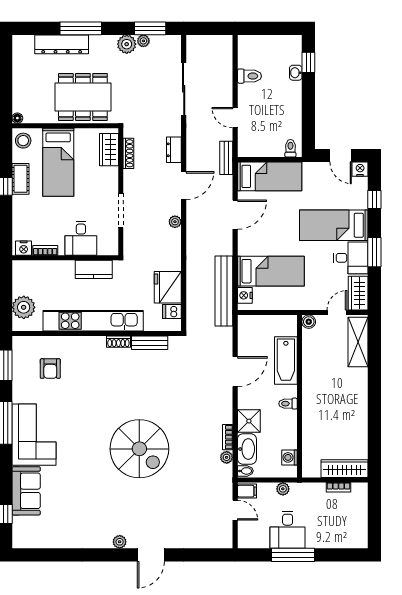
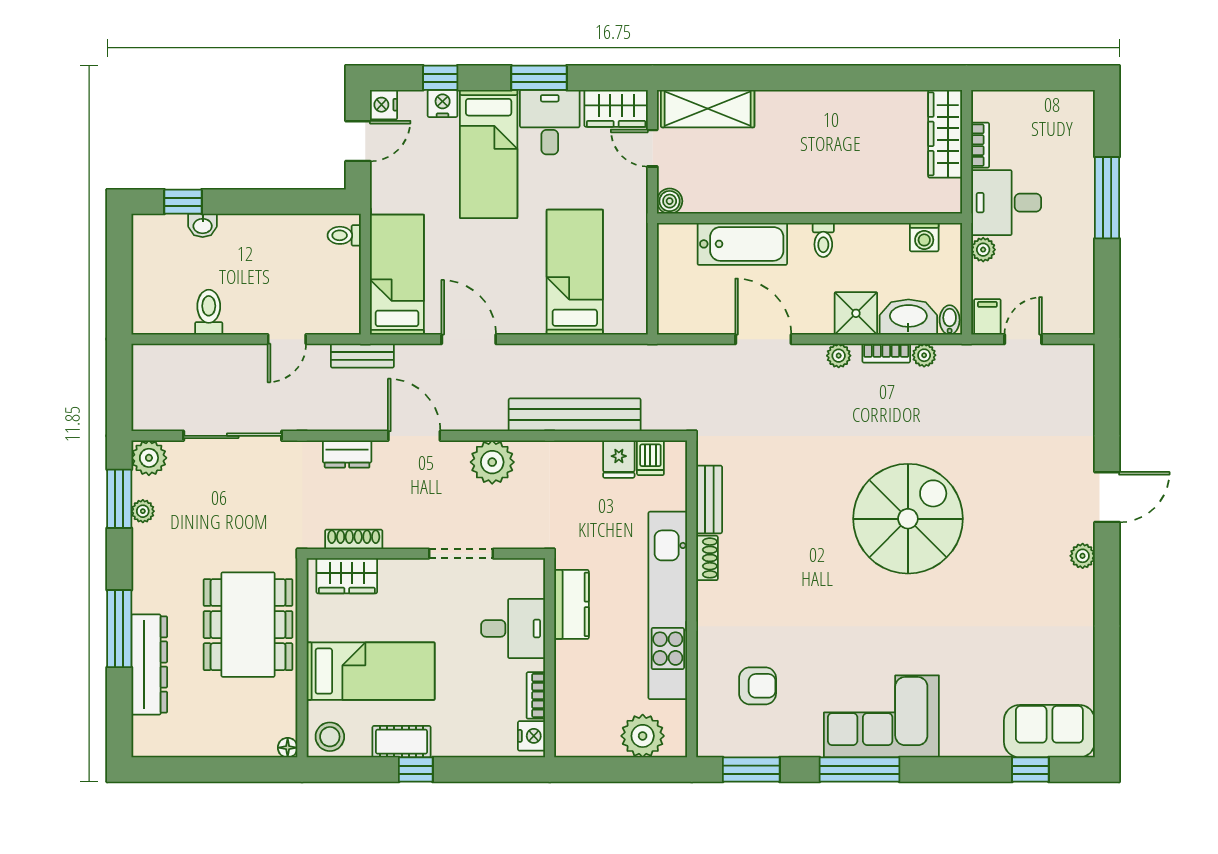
plant: (127, 44) -> (149, 458), moved
plant: (175, 222) -> (492, 462), width x1.88, depth x1.88
fridge: (168, 287) -> (619, 459), width x0.53, depth x0.75
bench: (224, 291) -> (575, 415), moved
nightstand: (245, 295) -> (443, 104), moved, turned 180
plant: (226, 412) -> (839, 356), added
sofa: (26, 491) -> (1049, 731), moved
desk: (288, 530) -> (1006, 203), moved, turned 180
door: (151, 555) -> (1107, 497), hinge flipped
window: (293, 555) -> (1107, 198), moved

